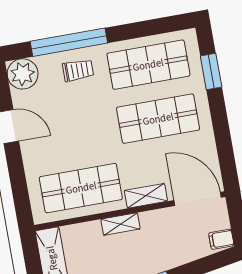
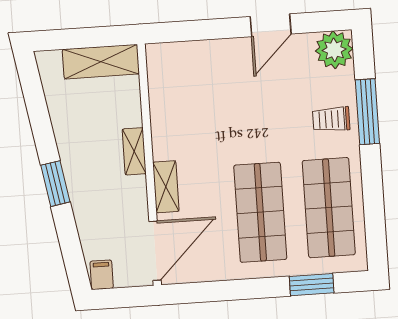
window: (69, 42) -> (367, 112), width x0.68
trolley: (78, 70) -> (331, 119), turned 90
shop shelf: (81, 188) -> (184, 107), removed

